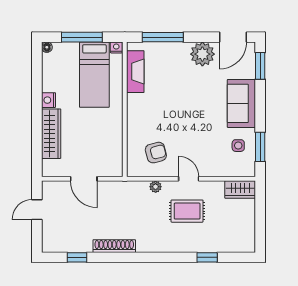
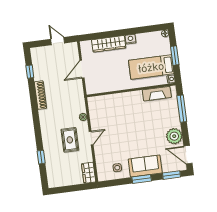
window: (82, 37) -> (175, 56), width x0.69
window: (260, 147) -> (142, 179), moved
armchair: (156, 153) -> (106, 114), removed

